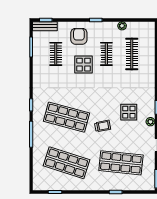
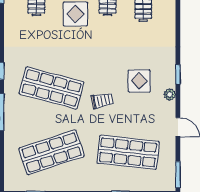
shop shelf: (67, 163) -> (52, 152), turned -36

